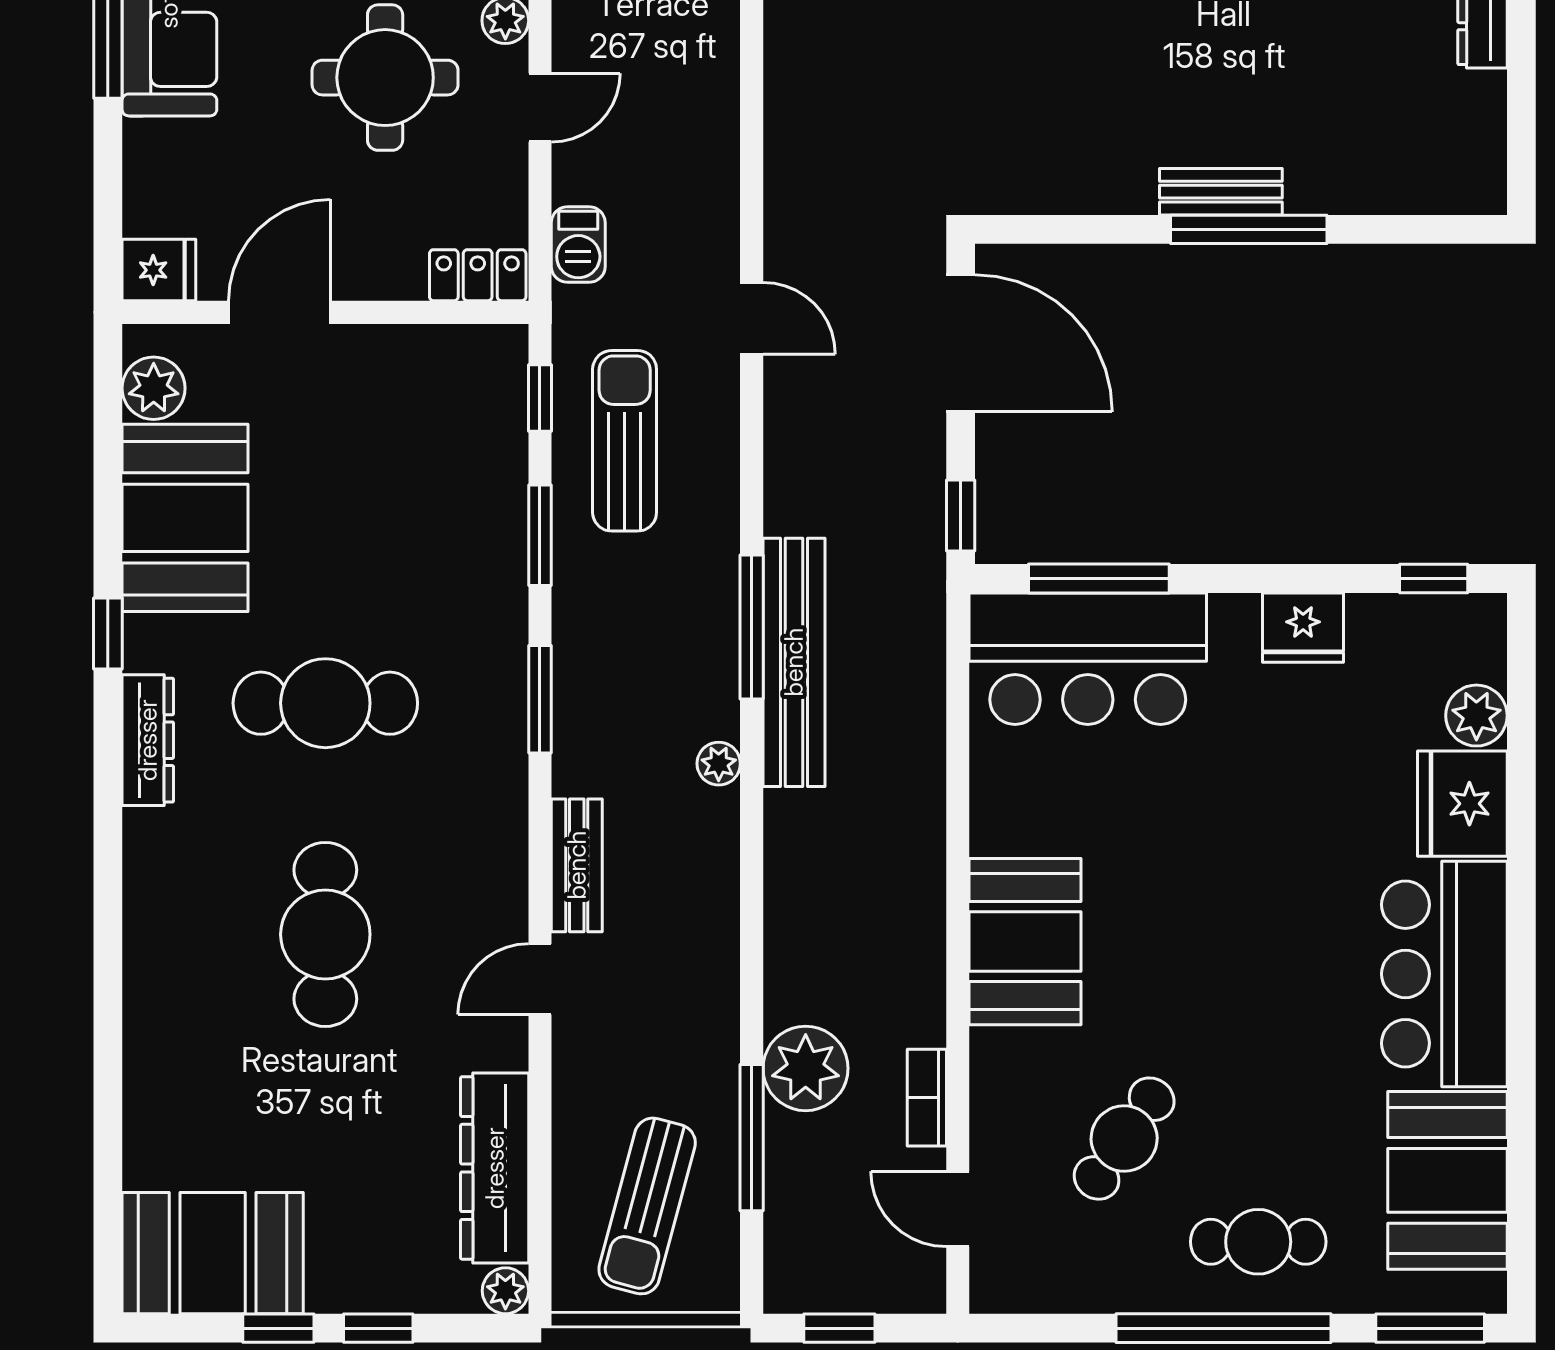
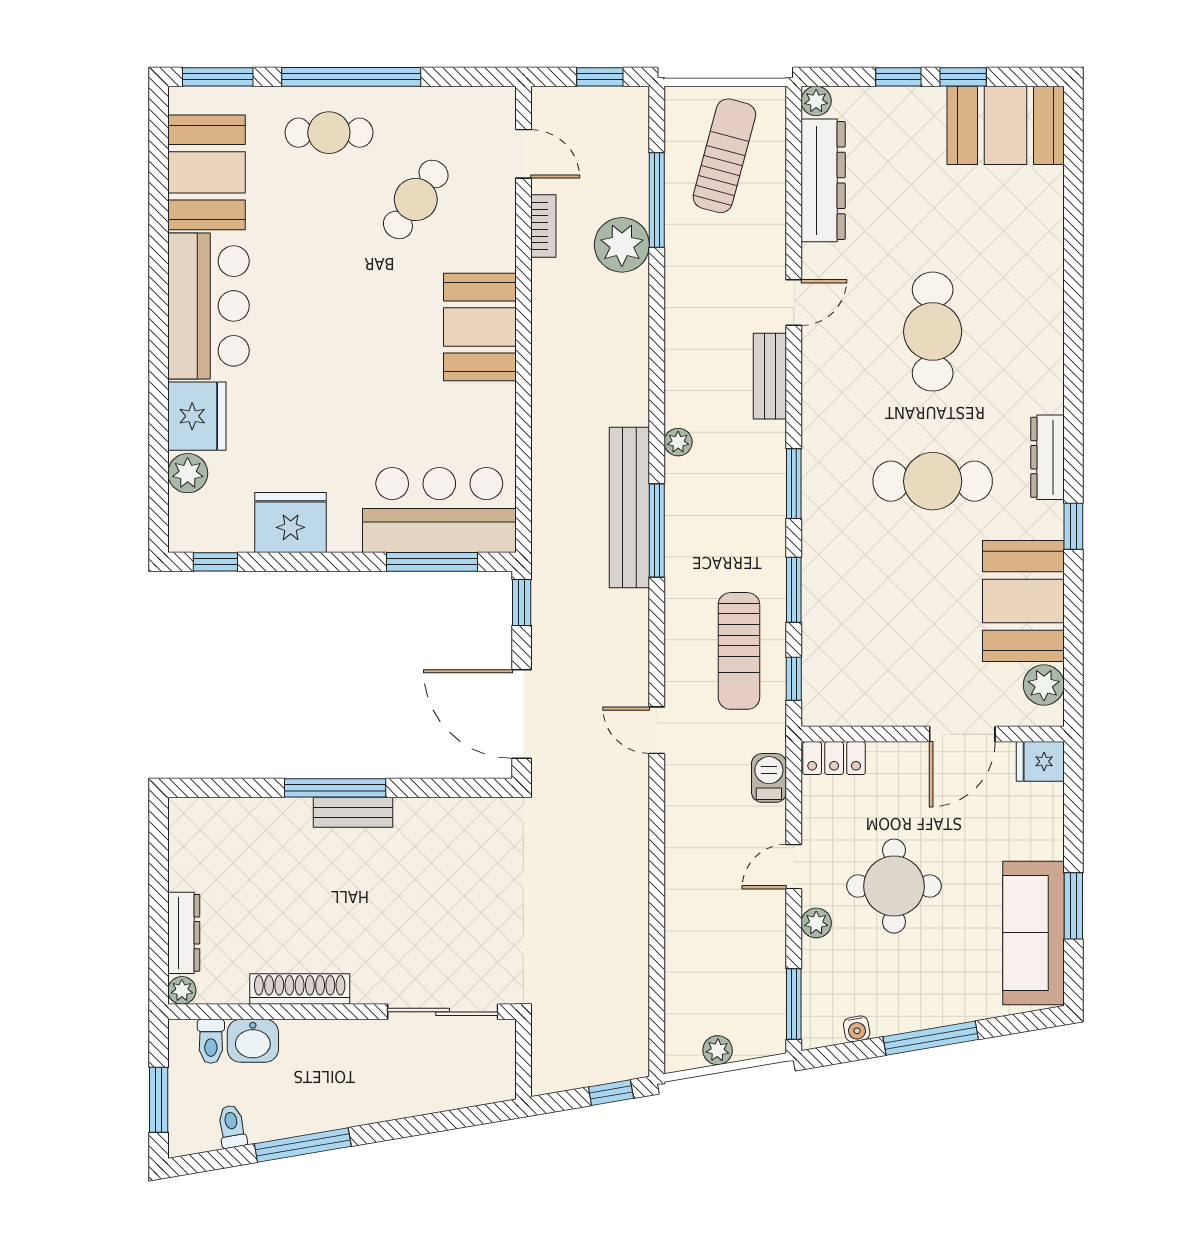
fridge: (1303, 628) -> (291, 522), width x1.36, depth x1.34

